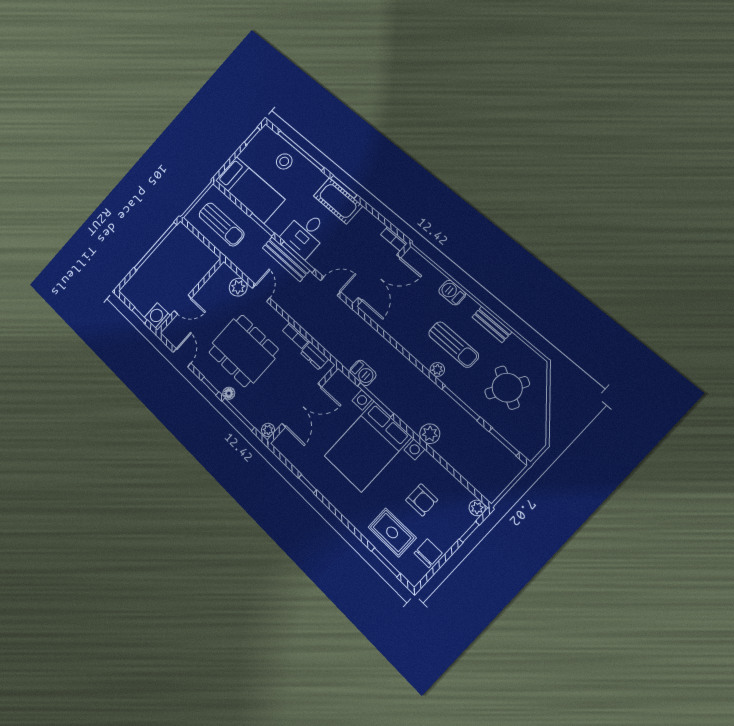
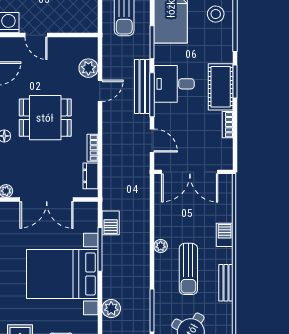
bookcase: (394, 239) -> (228, 125), moved
dining table: (243, 351) -> (45, 118), width x0.73
plant: (437, 369) -> (161, 246), moved

